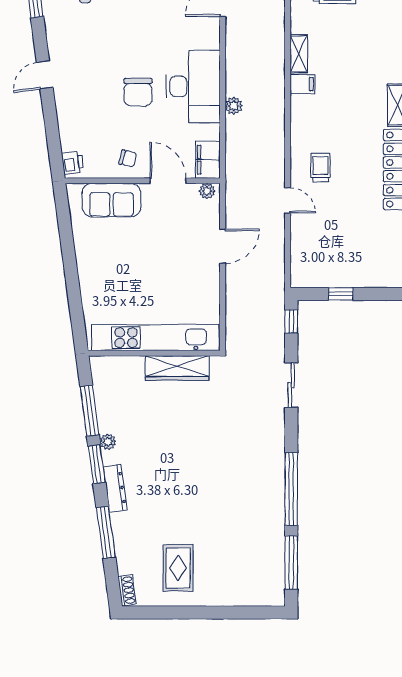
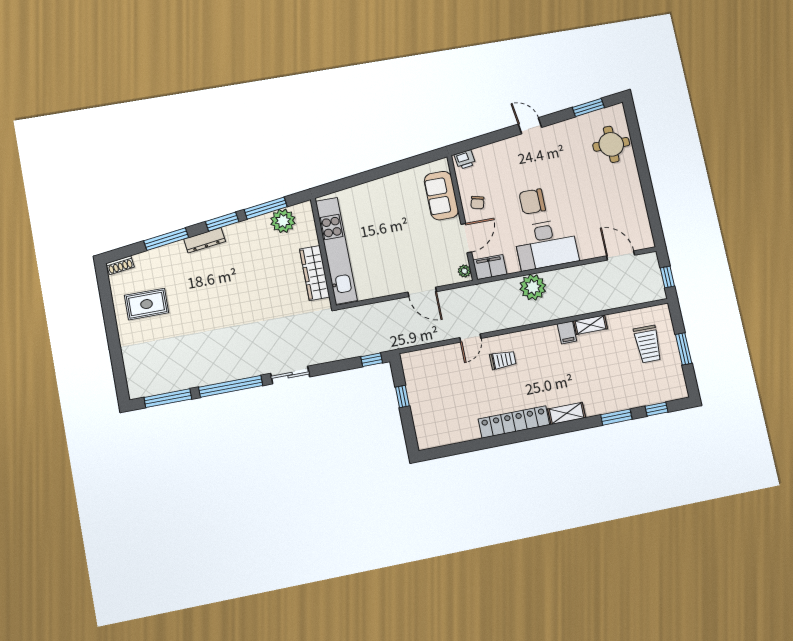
plant: (234, 106) -> (533, 287), width x1.87, depth x1.87
sliding door: (291, 385) -> (290, 375), moved
plant: (108, 442) -> (283, 221), moved, width x1.88, depth x1.88

